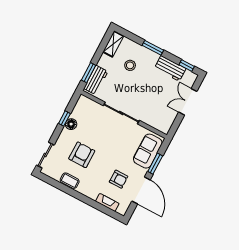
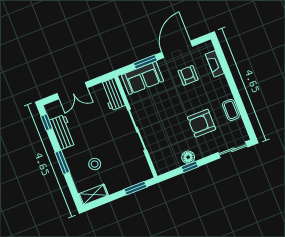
workbench: (96, 80) -> (113, 94), moved, turned -90

